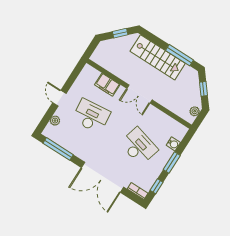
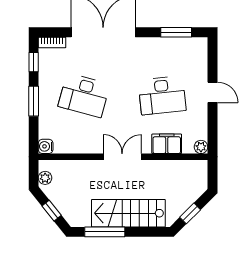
plant: (55, 121) -> (201, 147), moved
water cooler: (173, 144) -> (46, 146), moved
window: (58, 149) -> (176, 32), width x0.69

